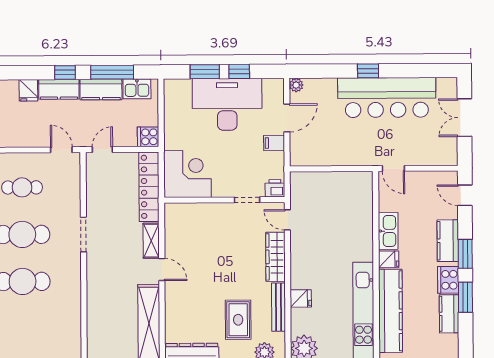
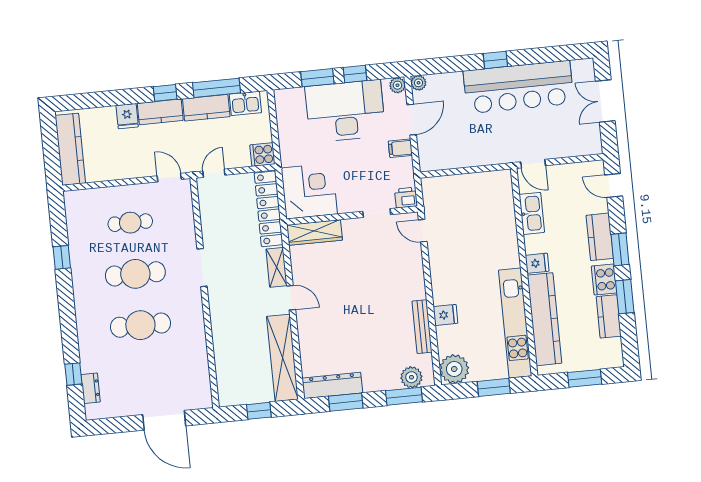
plant: (277, 85) -> (397, 85), added
kitchen sink: (388, 231) -> (532, 213), moved
wardrobe: (275, 257) -> (315, 232), moved, turned -90
rug: (238, 320) -> (379, 345), removed

